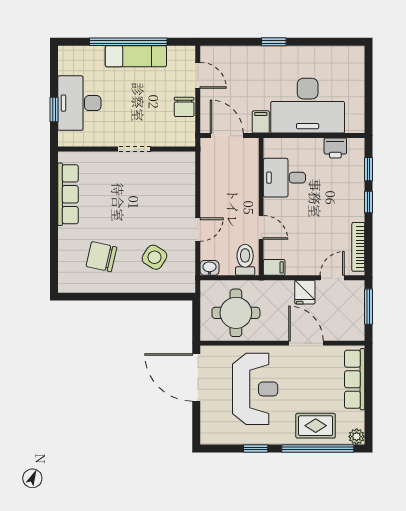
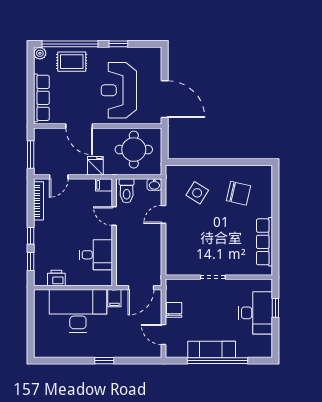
door: (227, 136) -> (141, 288), hinge flipped
fridge: (305, 292) -> (95, 166), moved

